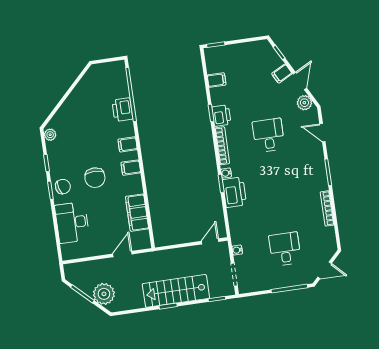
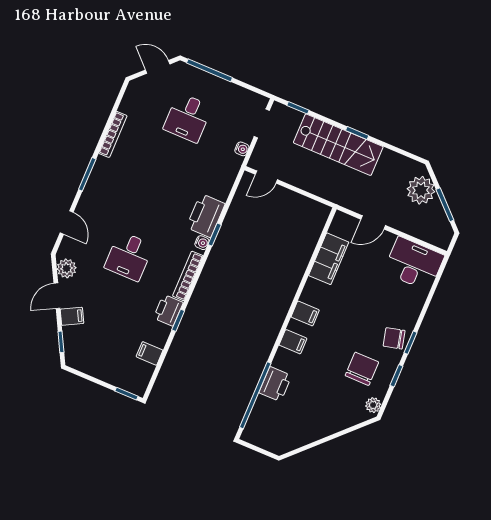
chair: (95, 178) -> (362, 369), moved
desk: (72, 222) -> (414, 264), moved, turned -90

